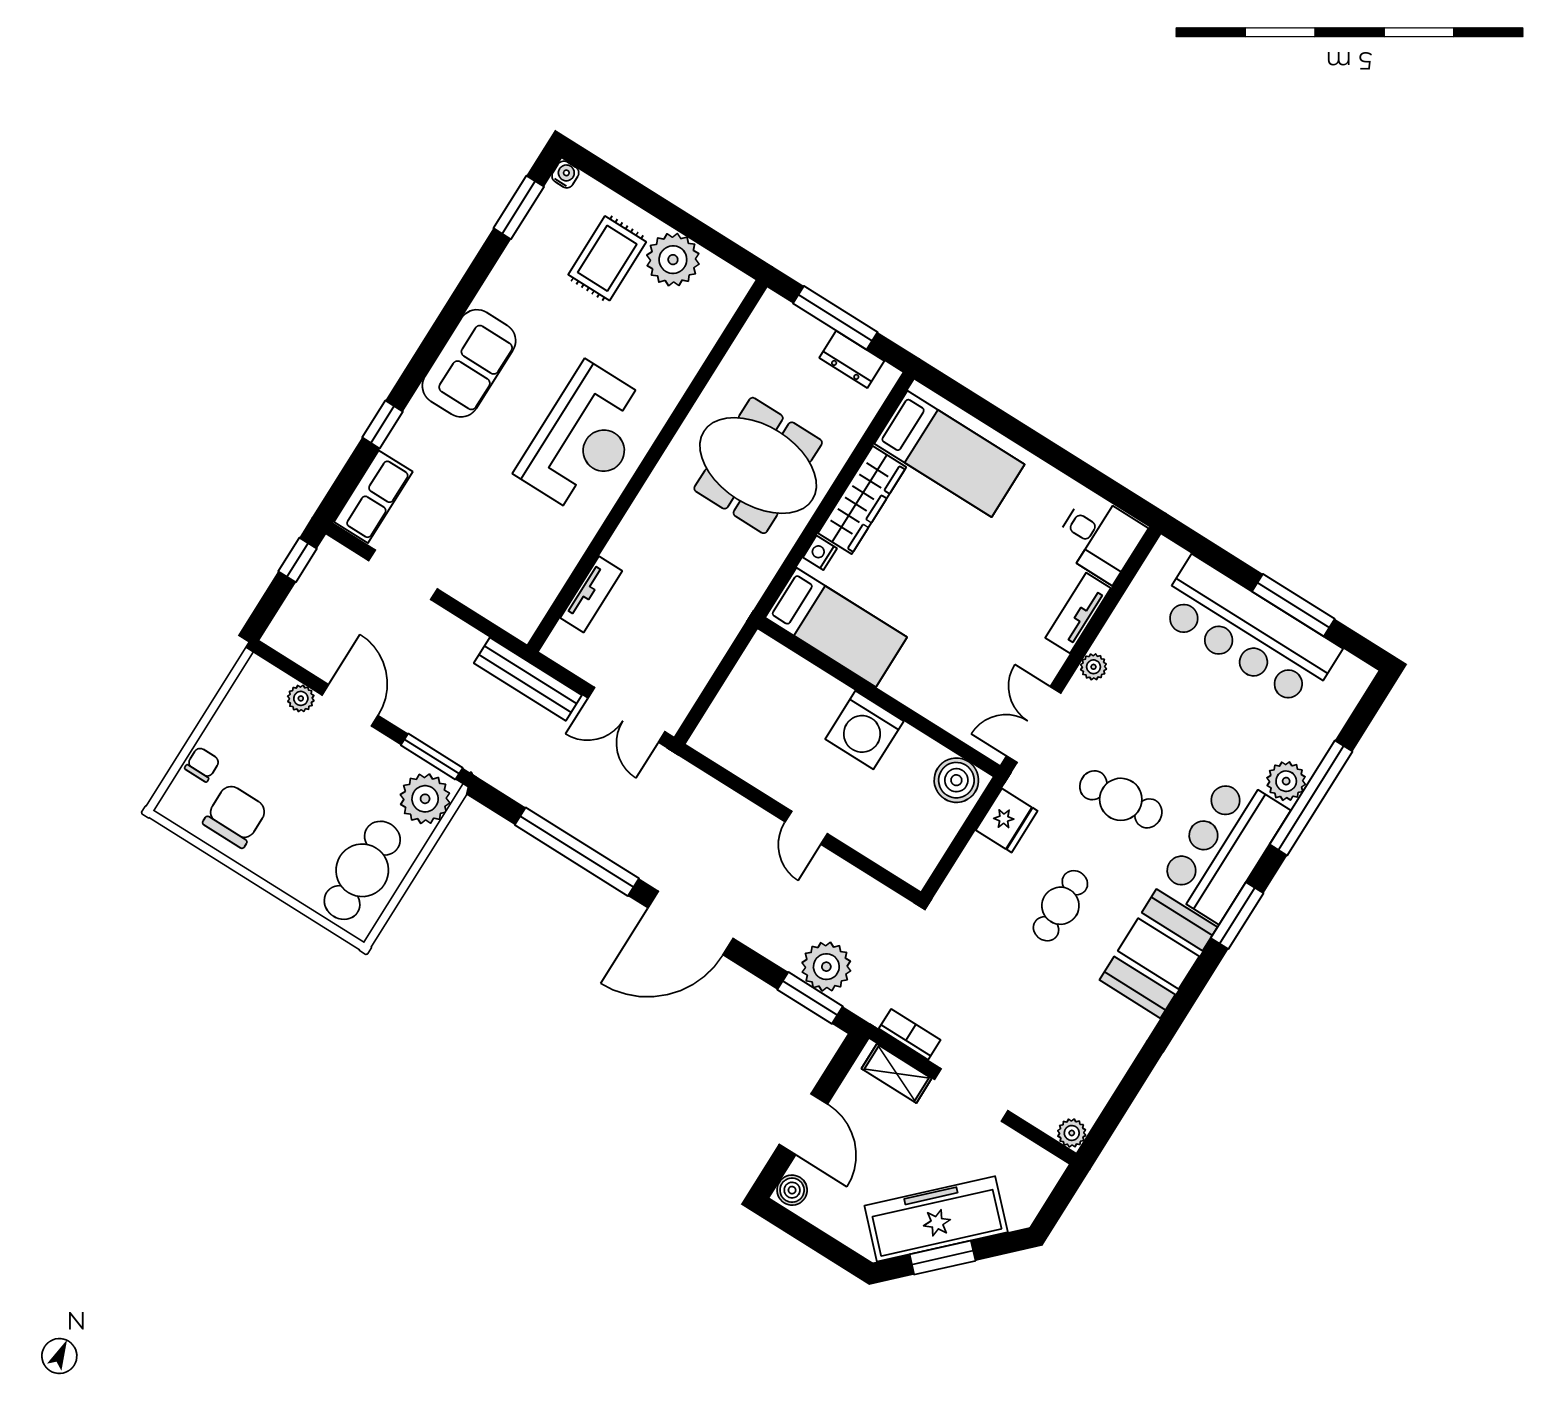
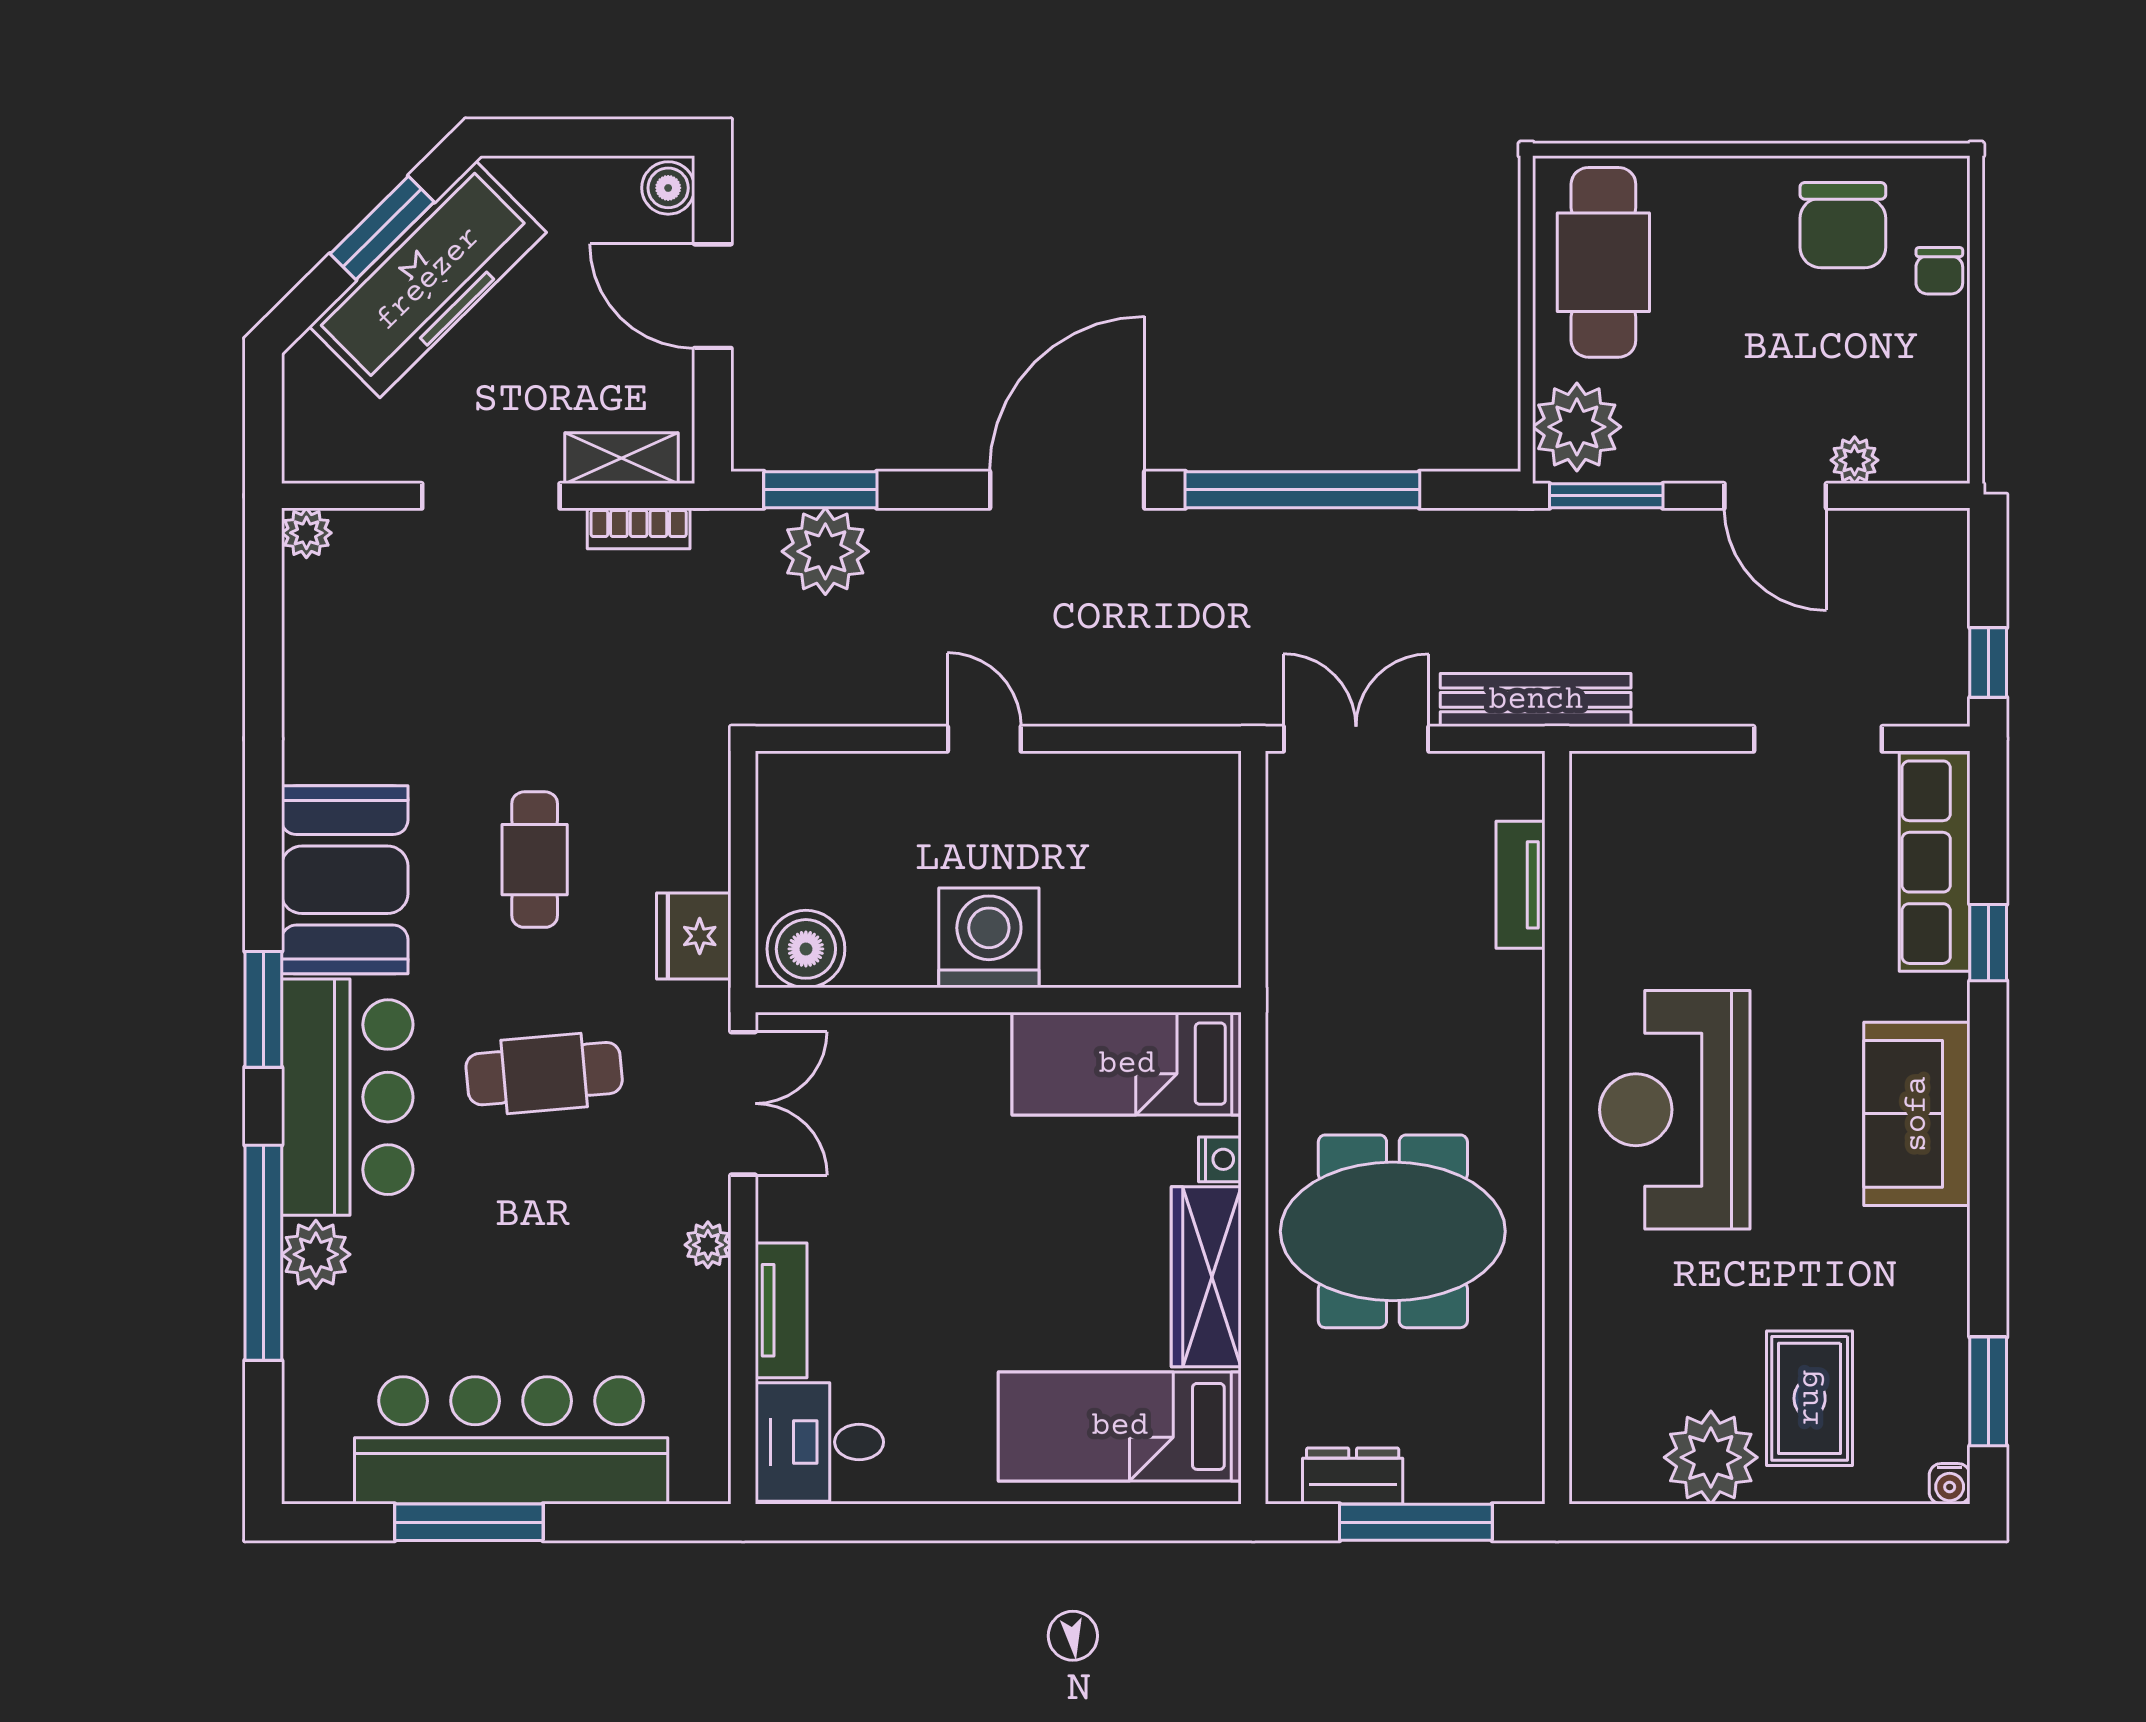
row of seats: (373, 497) -> (1935, 862), width x1.48

